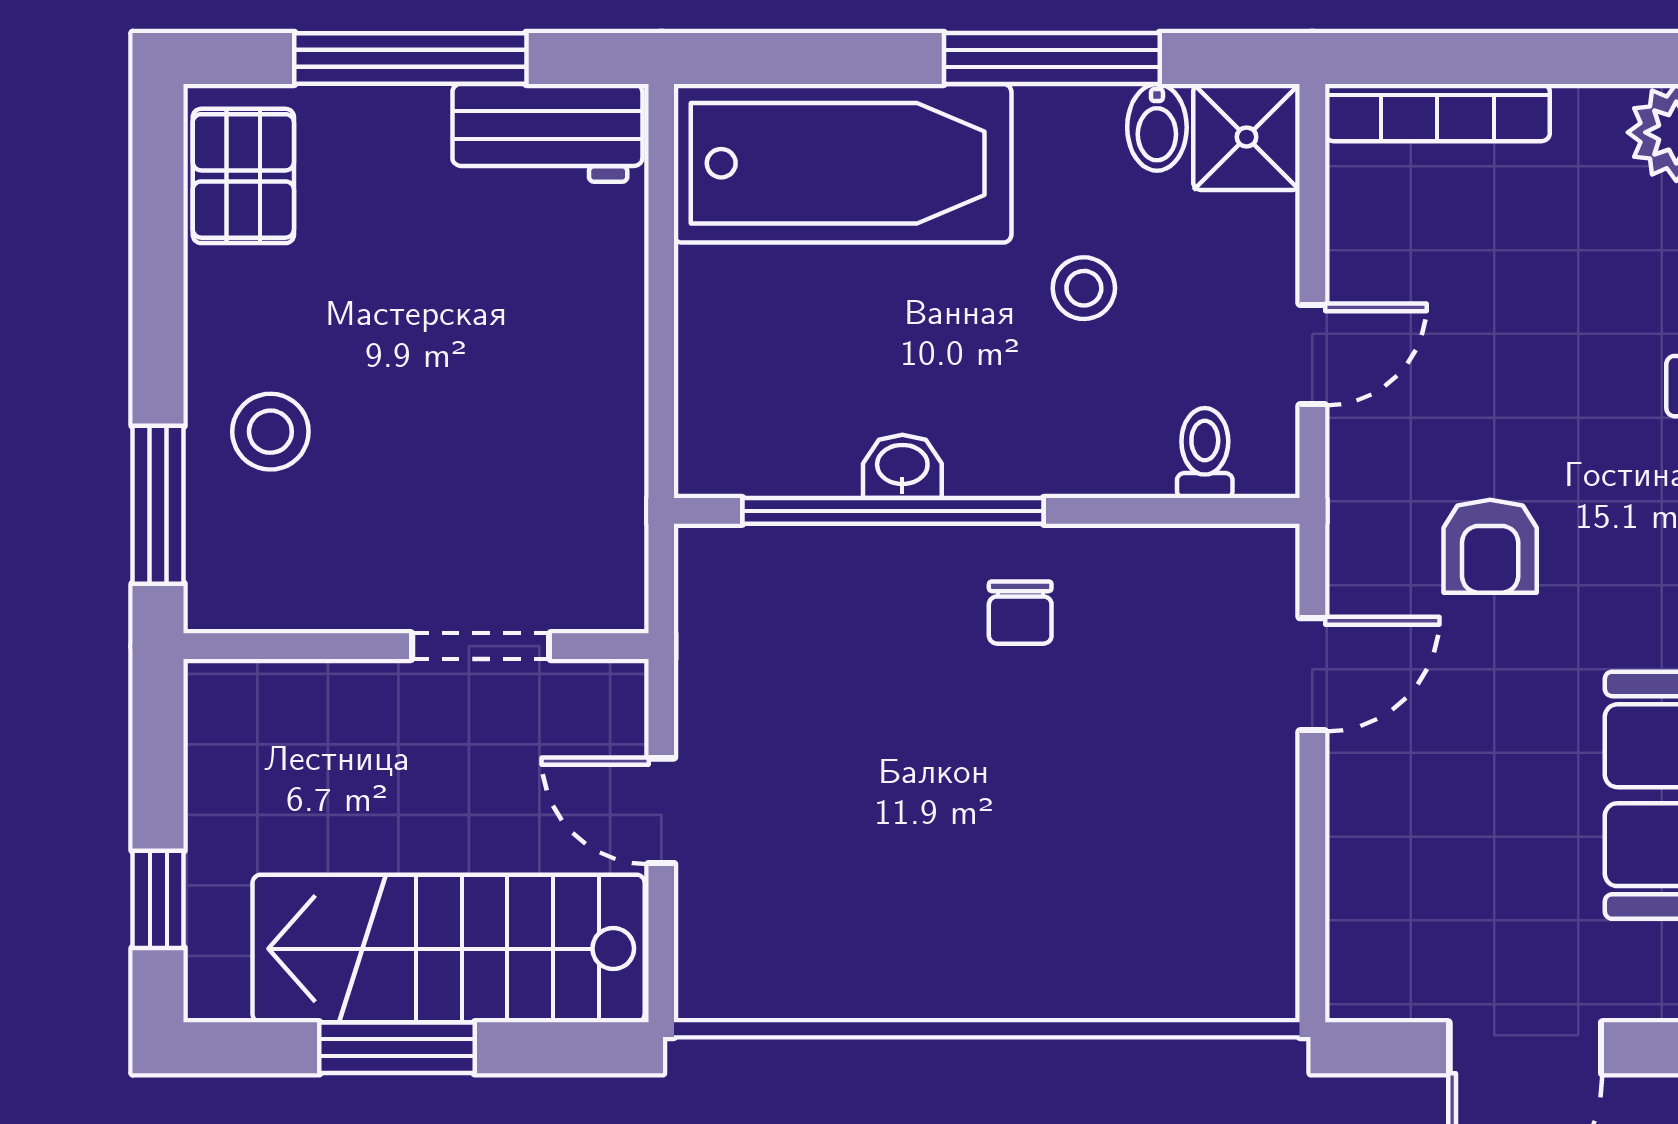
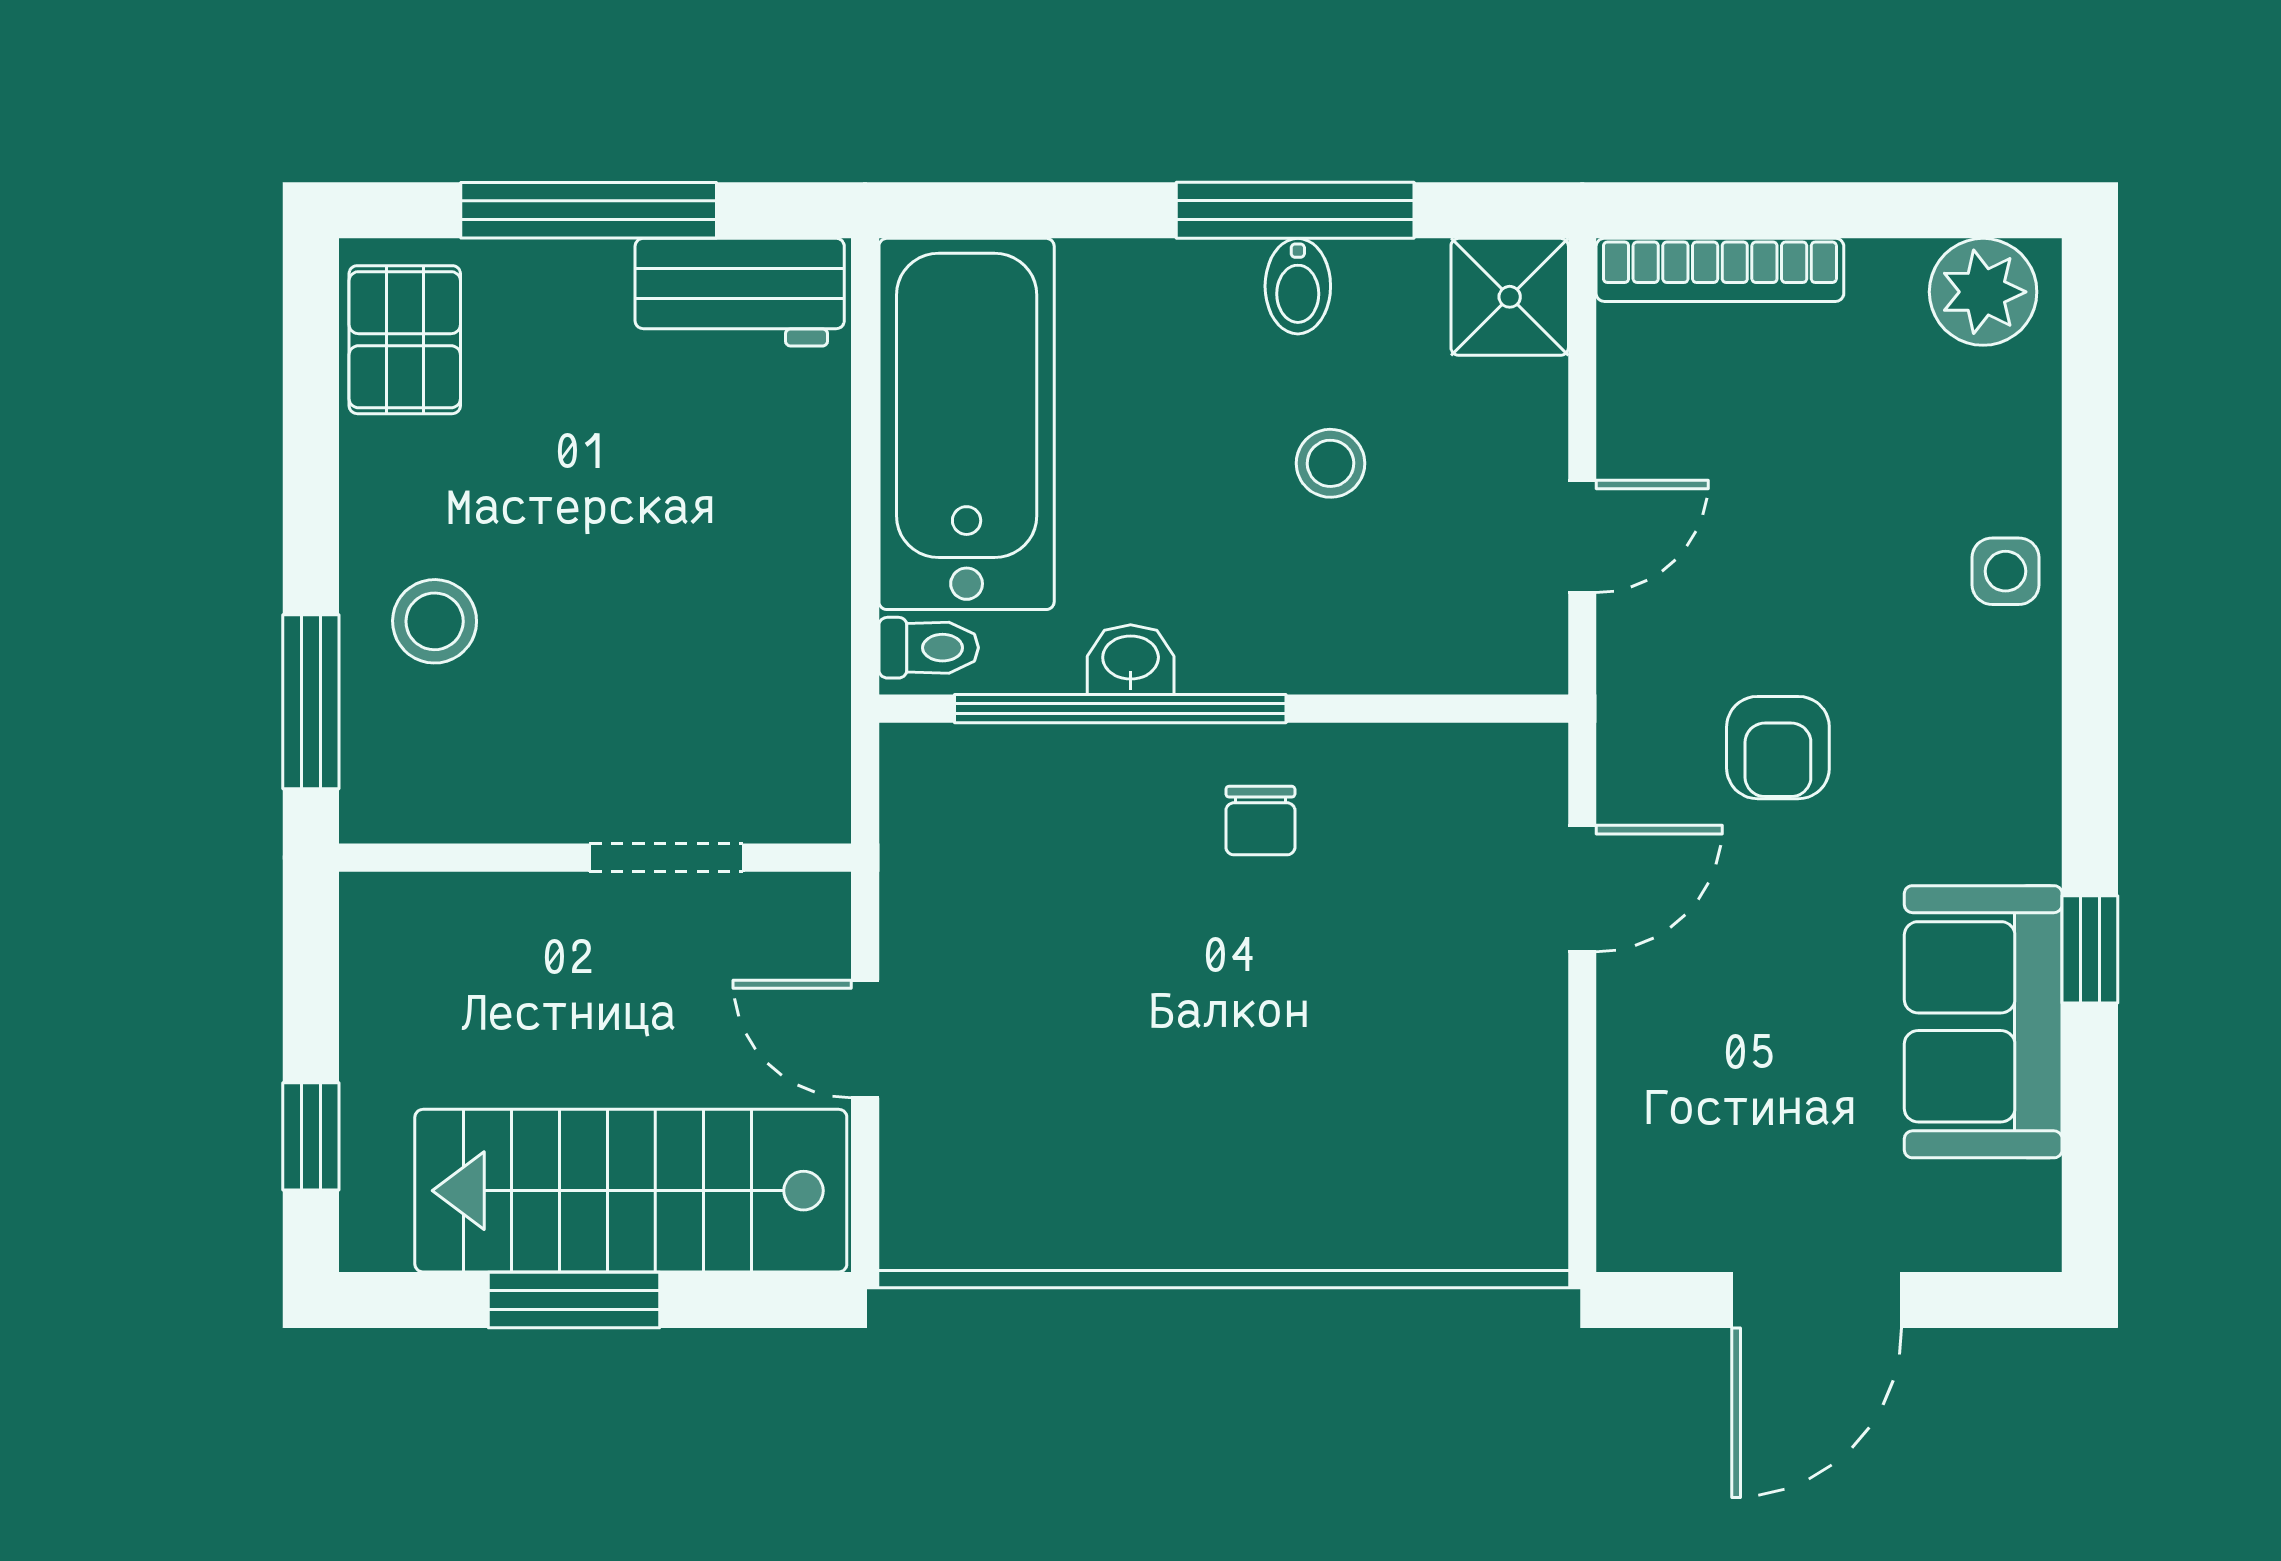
bidet: (1157, 127) -> (1298, 286), moved
bathtub: (843, 163) -> (967, 424), moved, turned -90
toilet: (1205, 453) -> (929, 648), moved, turned 90

